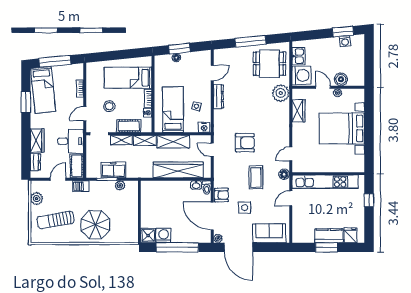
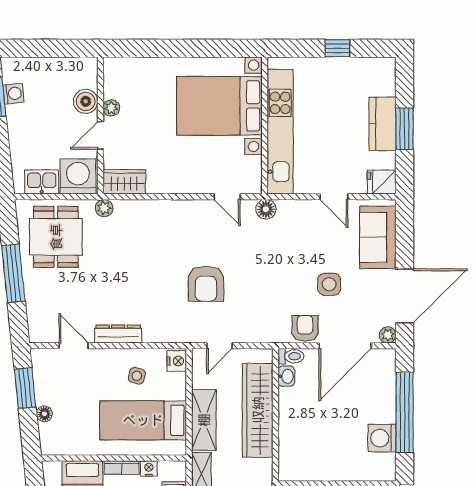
window: (179, 49) -> (25, 388), moved
plant: (281, 93) -> (104, 208), width x0.53, depth x0.53
wardrobe: (299, 111) -> (124, 182), moved
bed with nightstands: (342, 128) -> (219, 106), moved, turned 90
armchair: (245, 143) -> (206, 284), turned 180
coffee table: (256, 177) -> (272, 263), removed
door: (291, 198) -> (334, 197), moved
window: (369, 200) -> (337, 48), moved
fridge: (350, 235) -> (382, 182), moved
shower: (148, 236) -> (382, 468), removed

